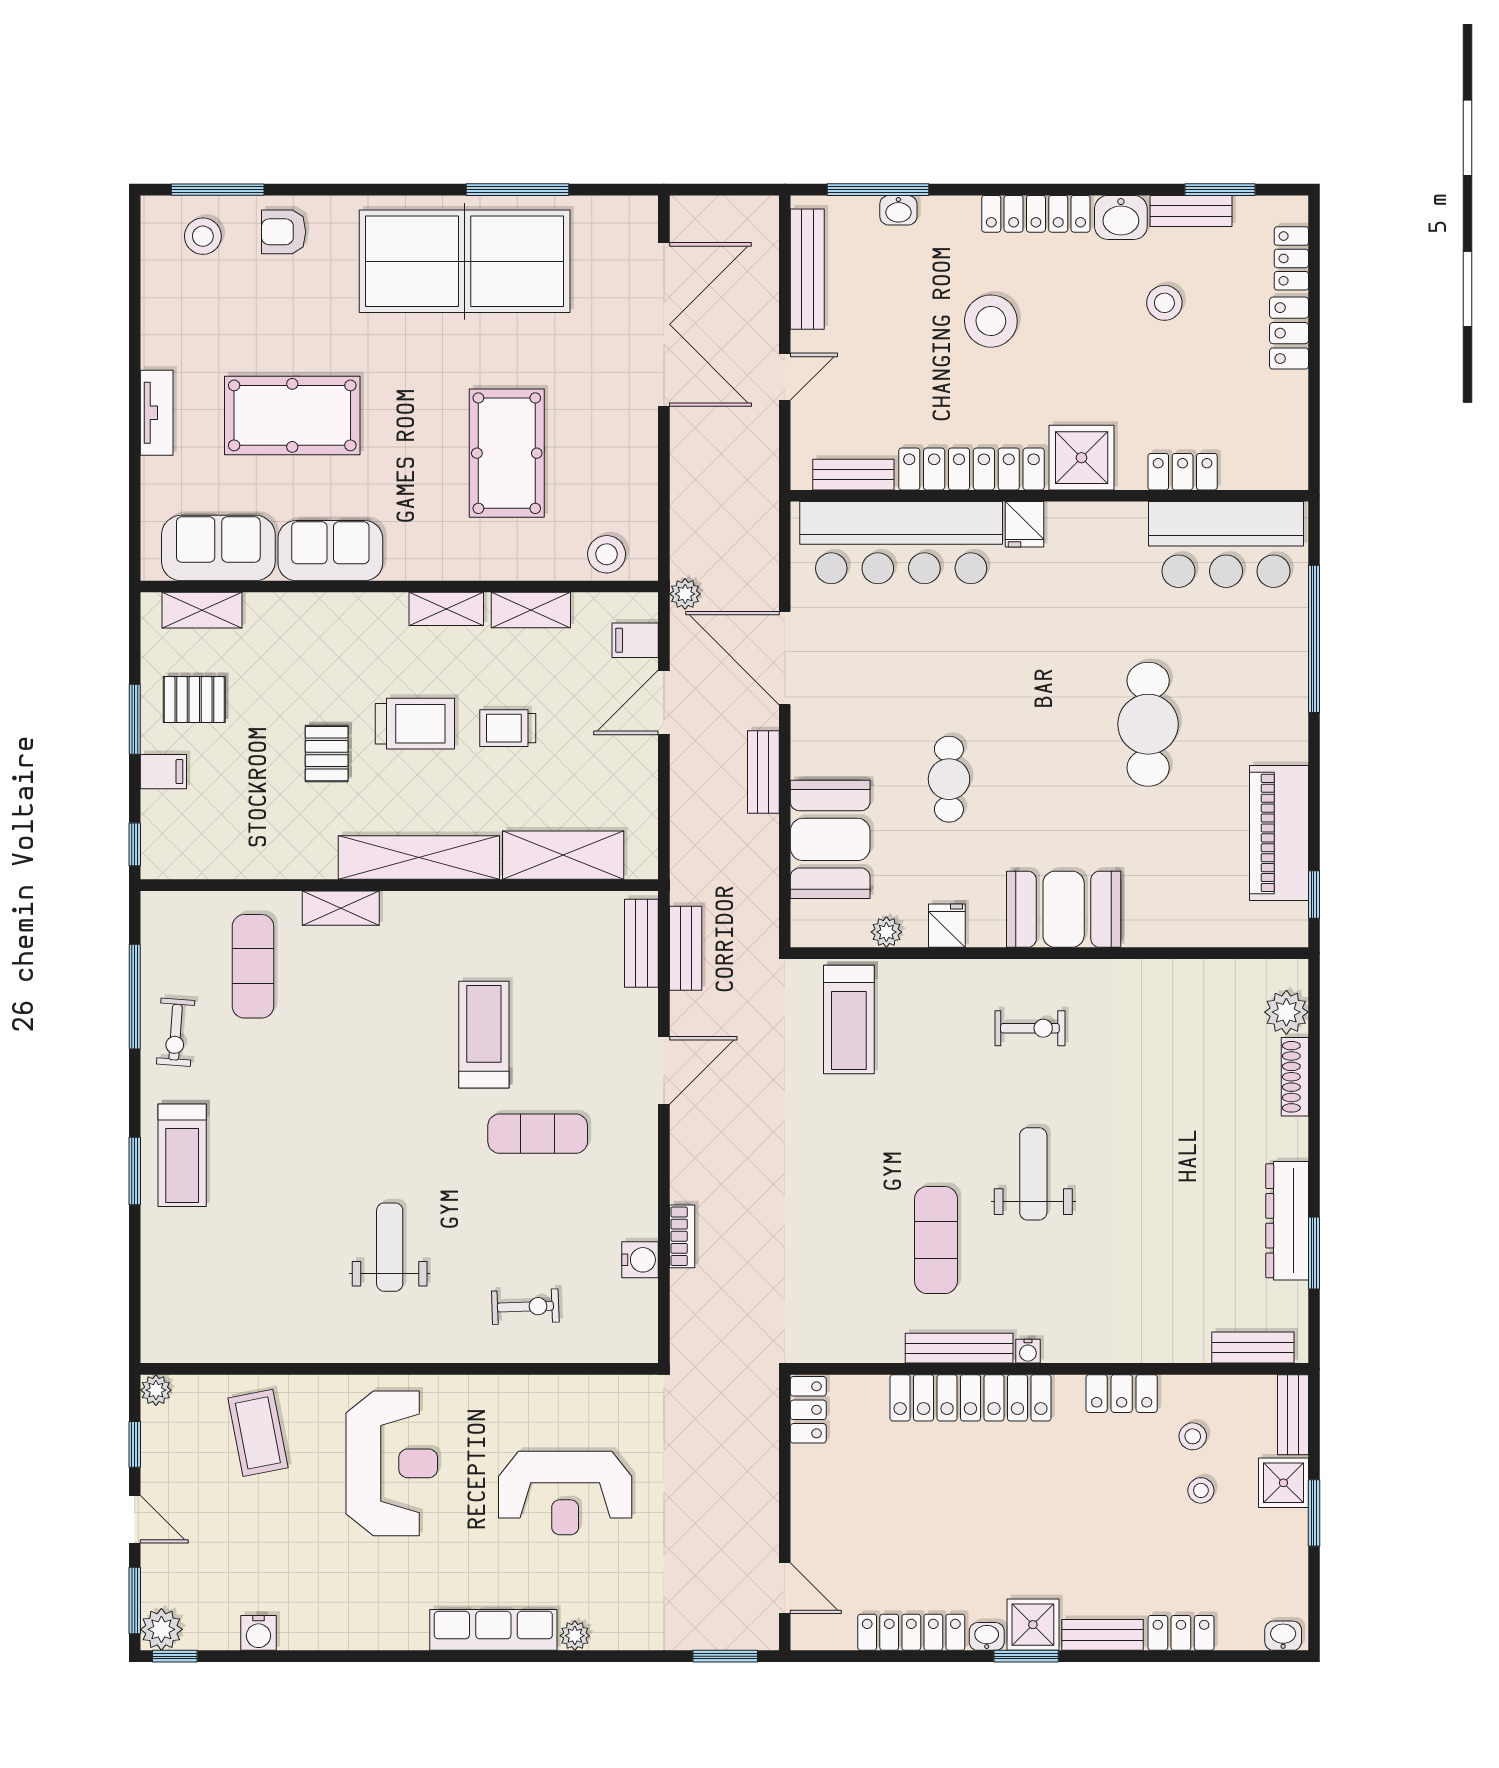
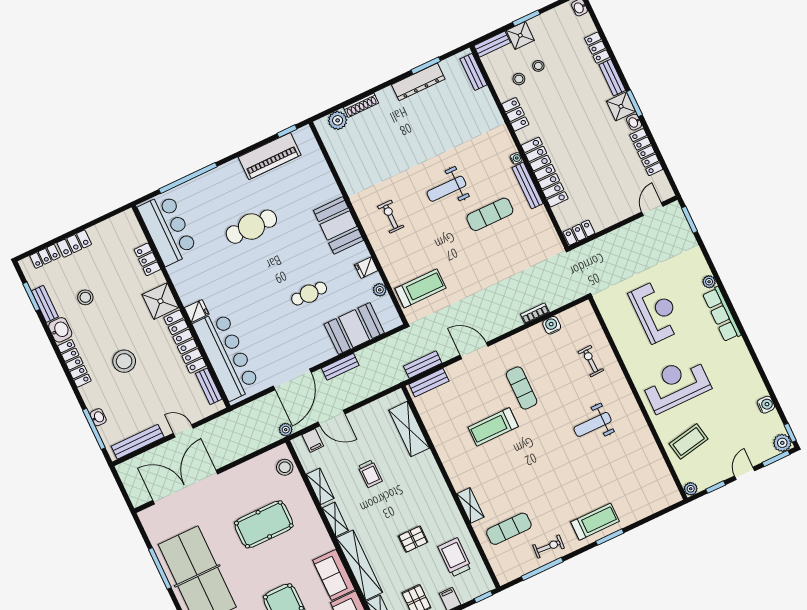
trolley: (415, 724) -> (455, 557), moved
shelving: (419, 857) -> (359, 565), moved

